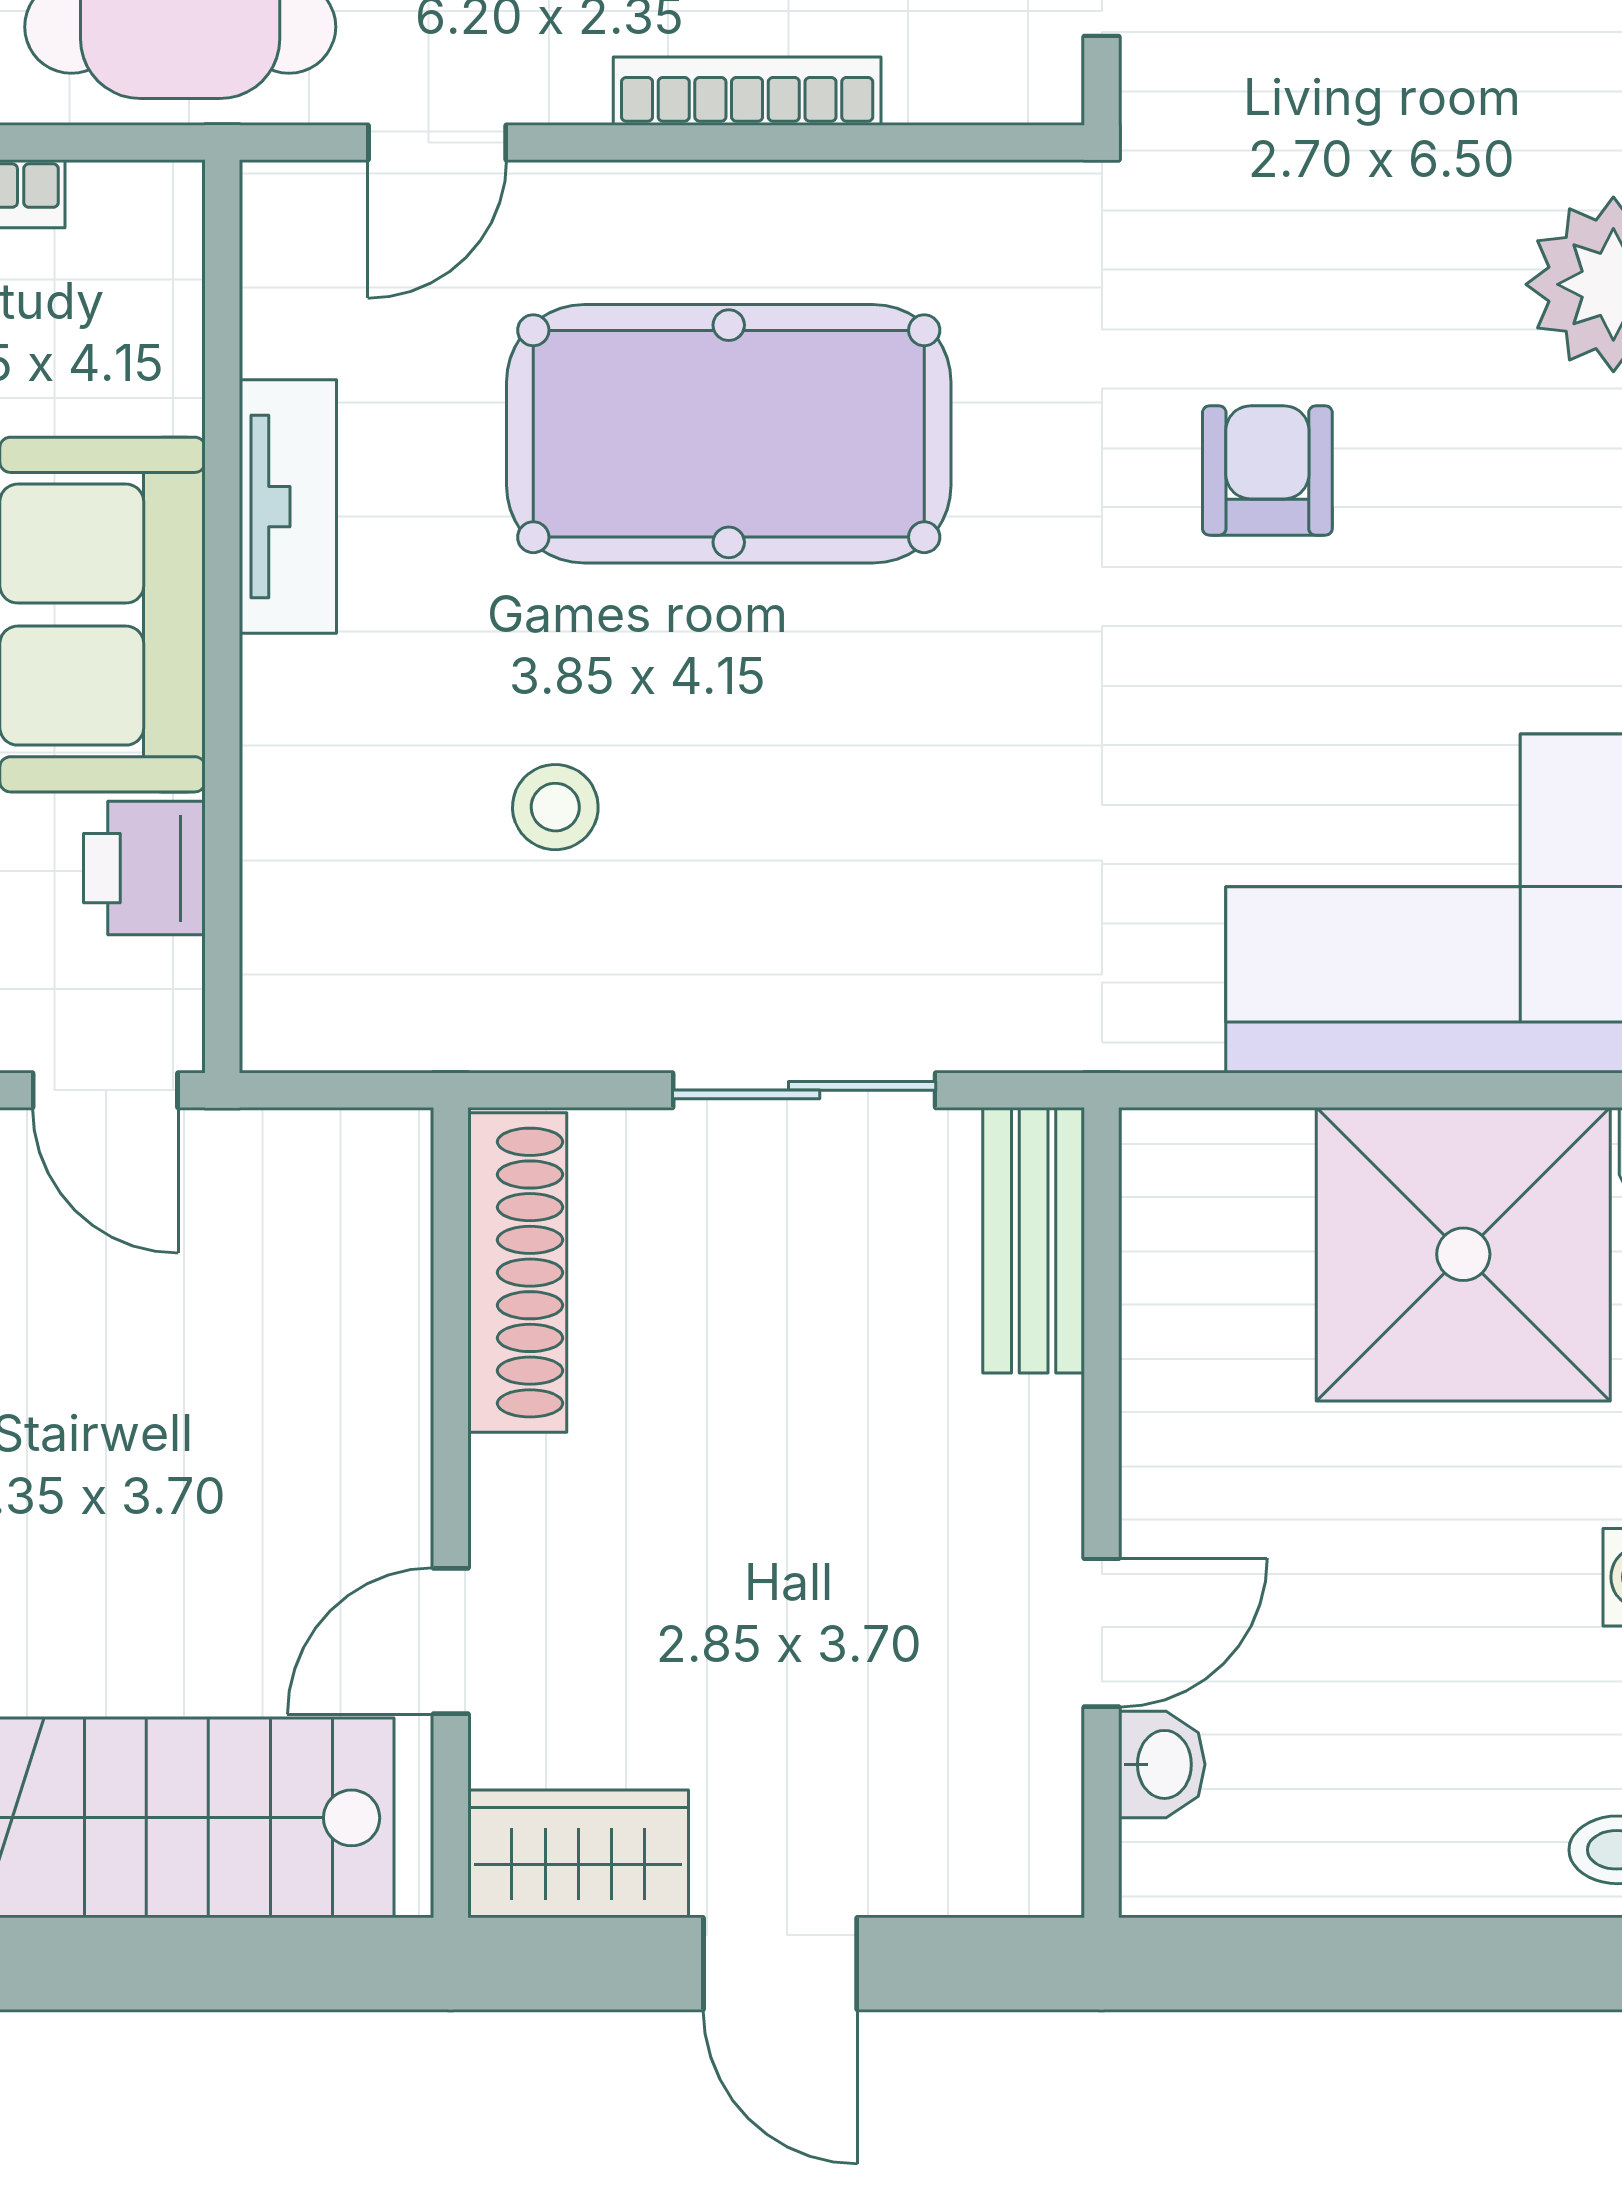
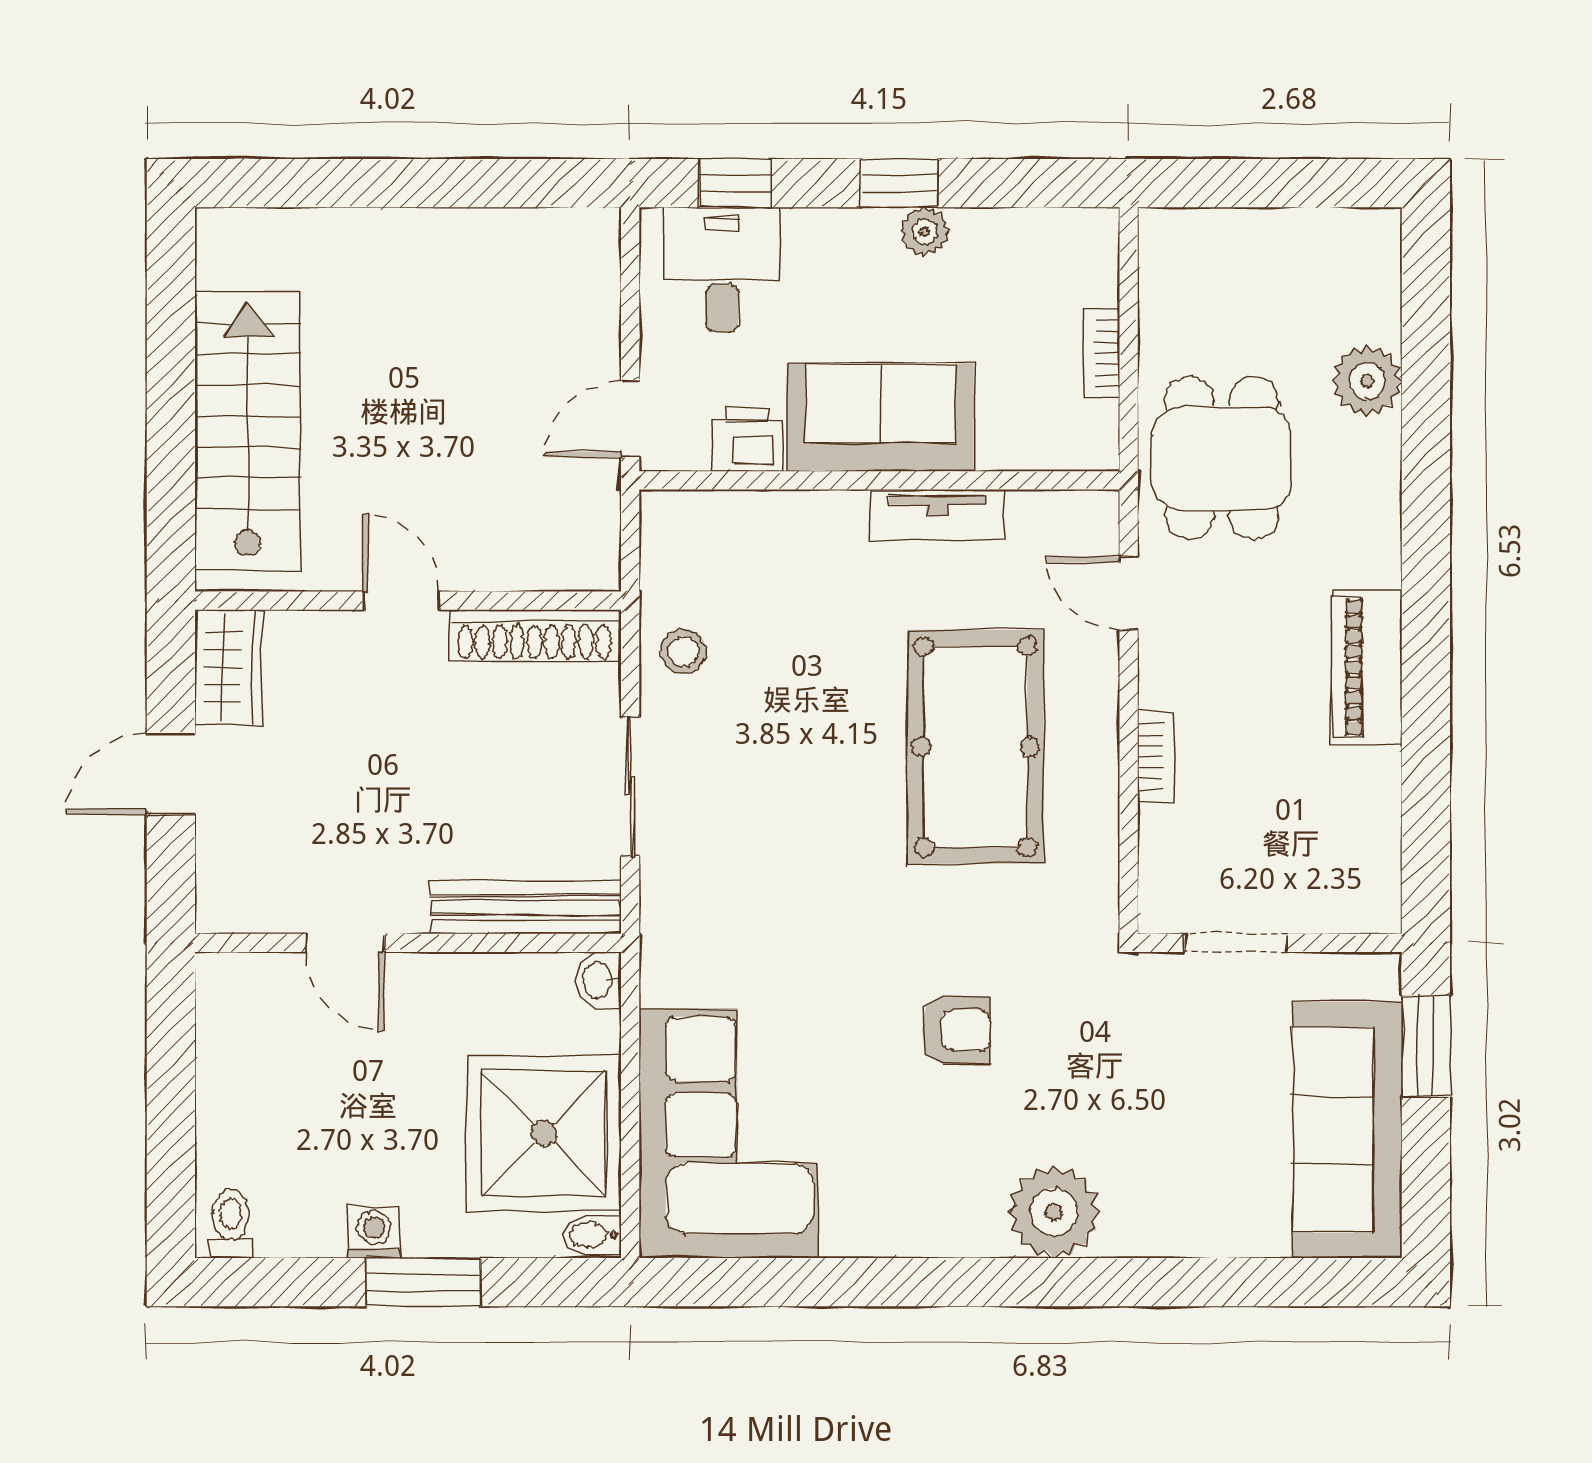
bookcase: (747, 91) -> (1156, 756), width x0.64
stool: (555, 807) -> (684, 651), moved
bench: (1034, 1240) -> (526, 907), width x1.36
door: (451, 1641) -> (401, 601), moved
washbasin: (1162, 1764) -> (598, 980), moved, turned 90

